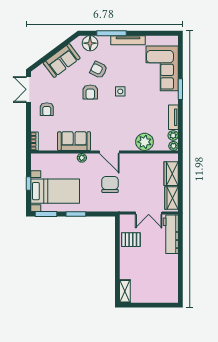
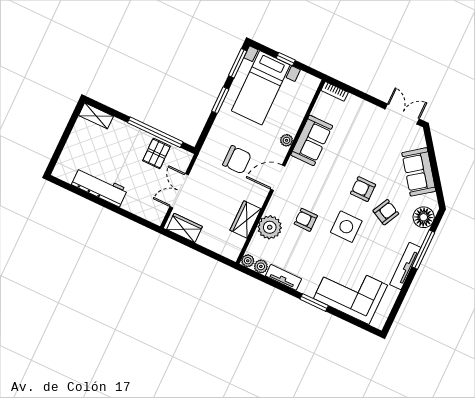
side table: (120, 91) -> (346, 227), width x1.87, depth x1.87
armchair: (47, 109) -> (306, 220), moved
wardrobe: (171, 174) -> (245, 219), moved, turned -90
workbench: (171, 234) -> (100, 187), moved
window: (117, 247) -> (155, 132), added

